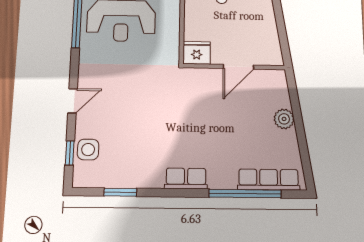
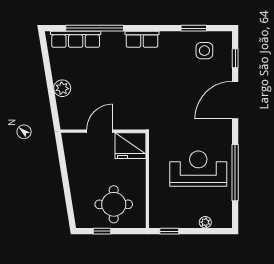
fridge: (197, 53) -> (131, 146), width x1.36, depth x1.34
door: (73, 101) -> (235, 100), width x1.87
side table: (88, 150) -> (204, 51), moved

